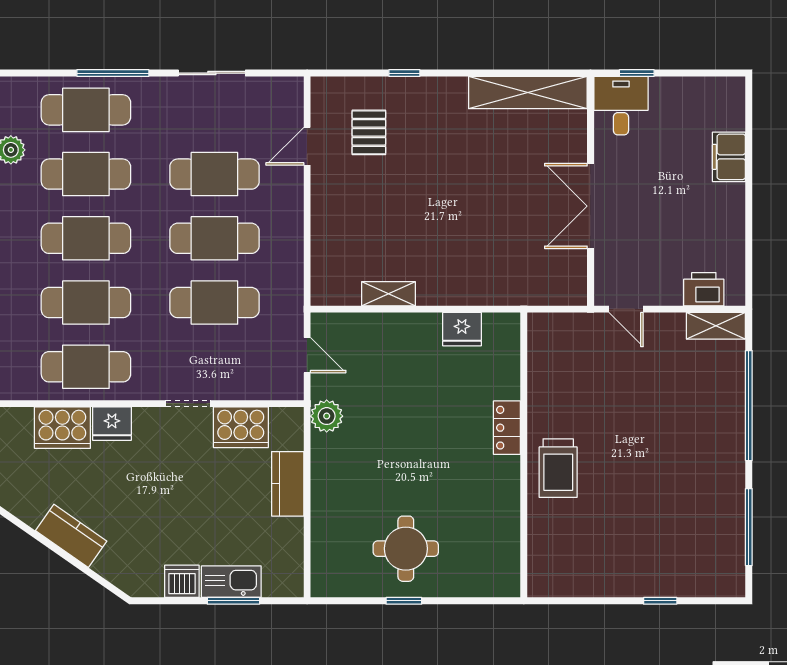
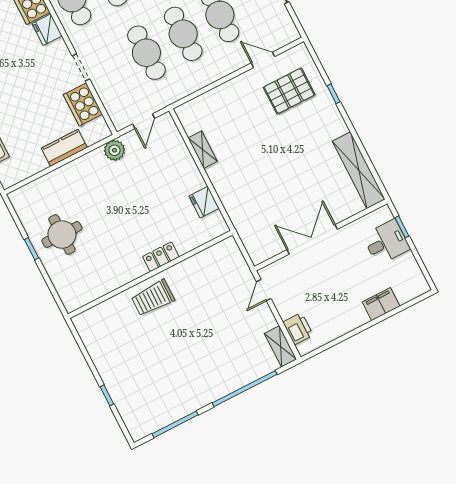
desk: (621, 106) -> (386, 242), moved
pallet: (369, 132) -> (289, 91), width x1.50, depth x1.42

